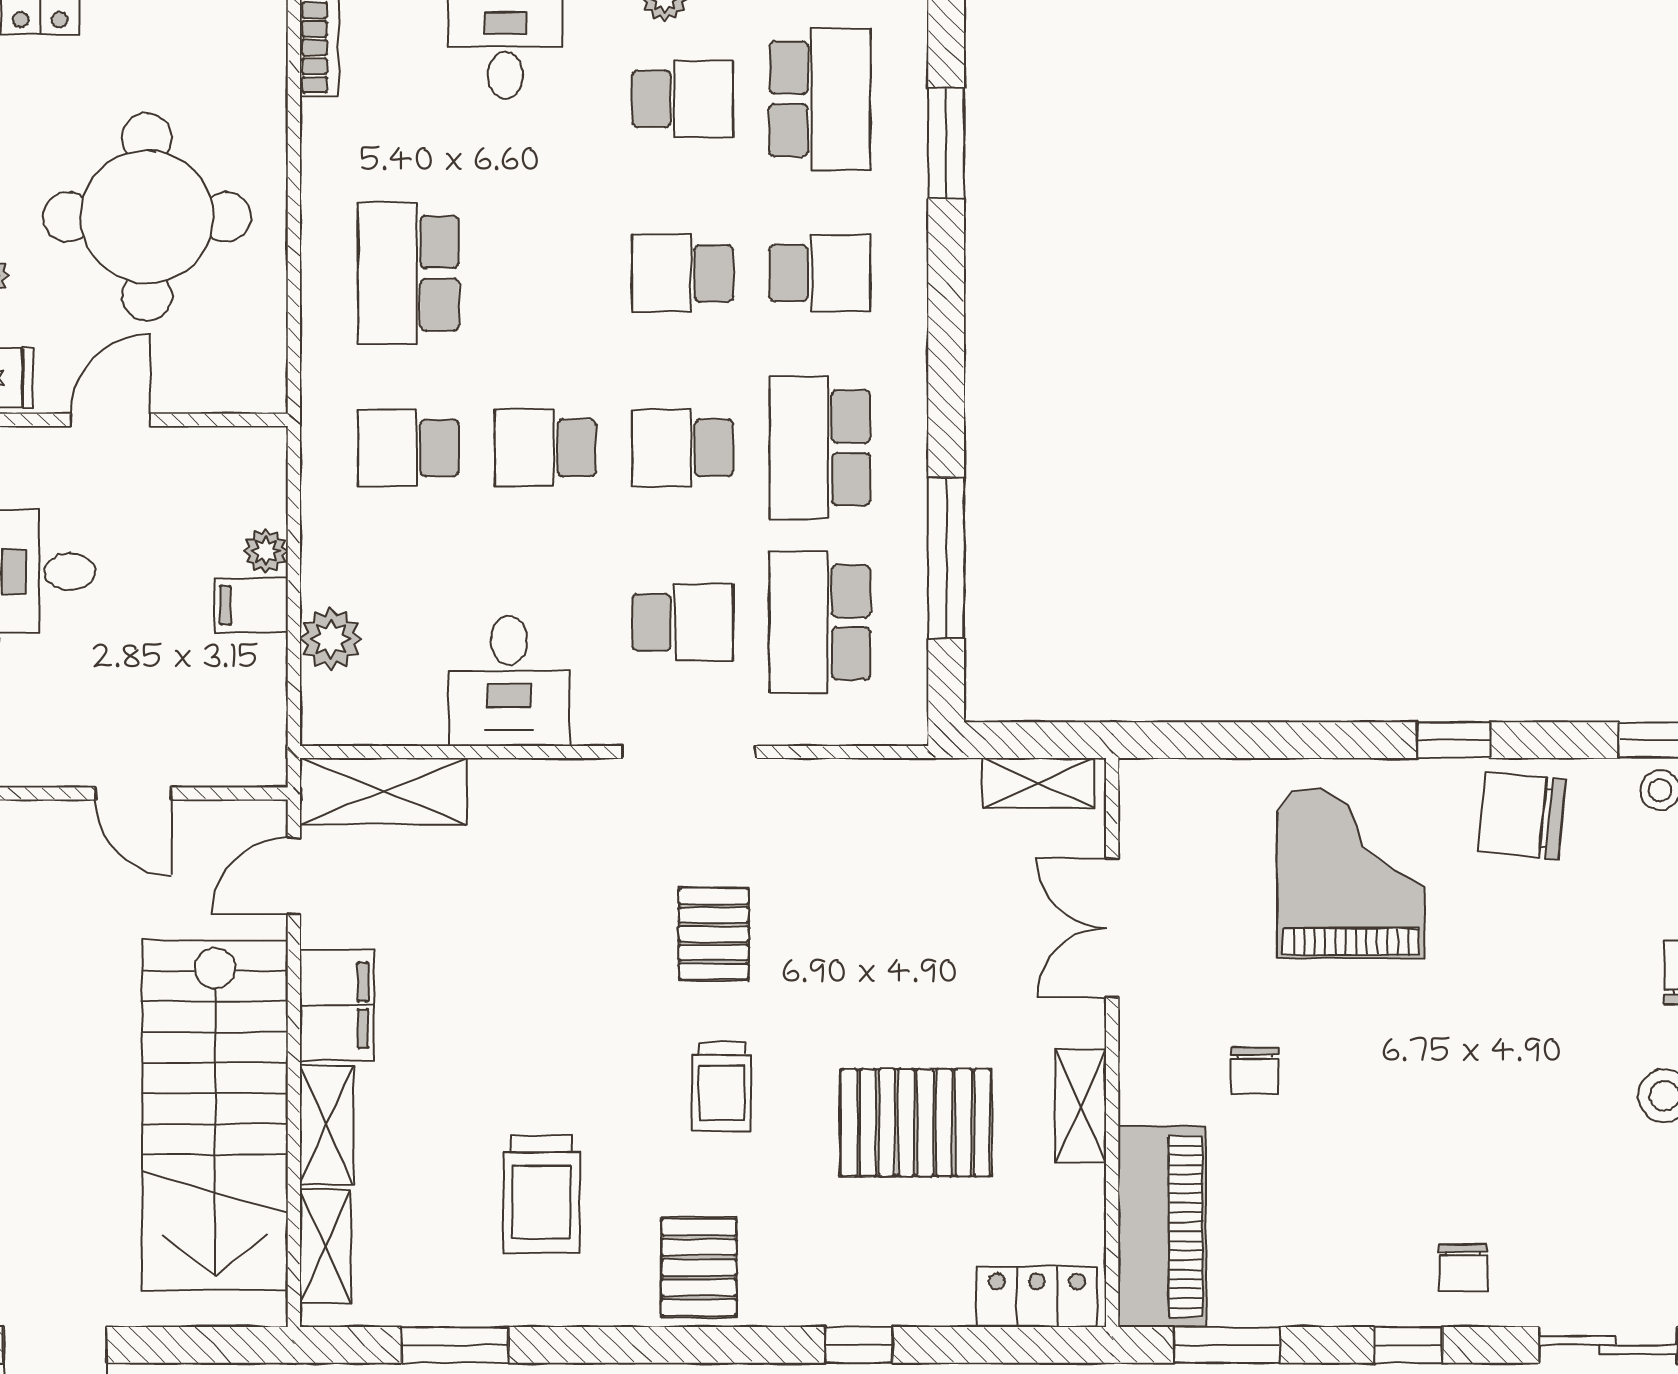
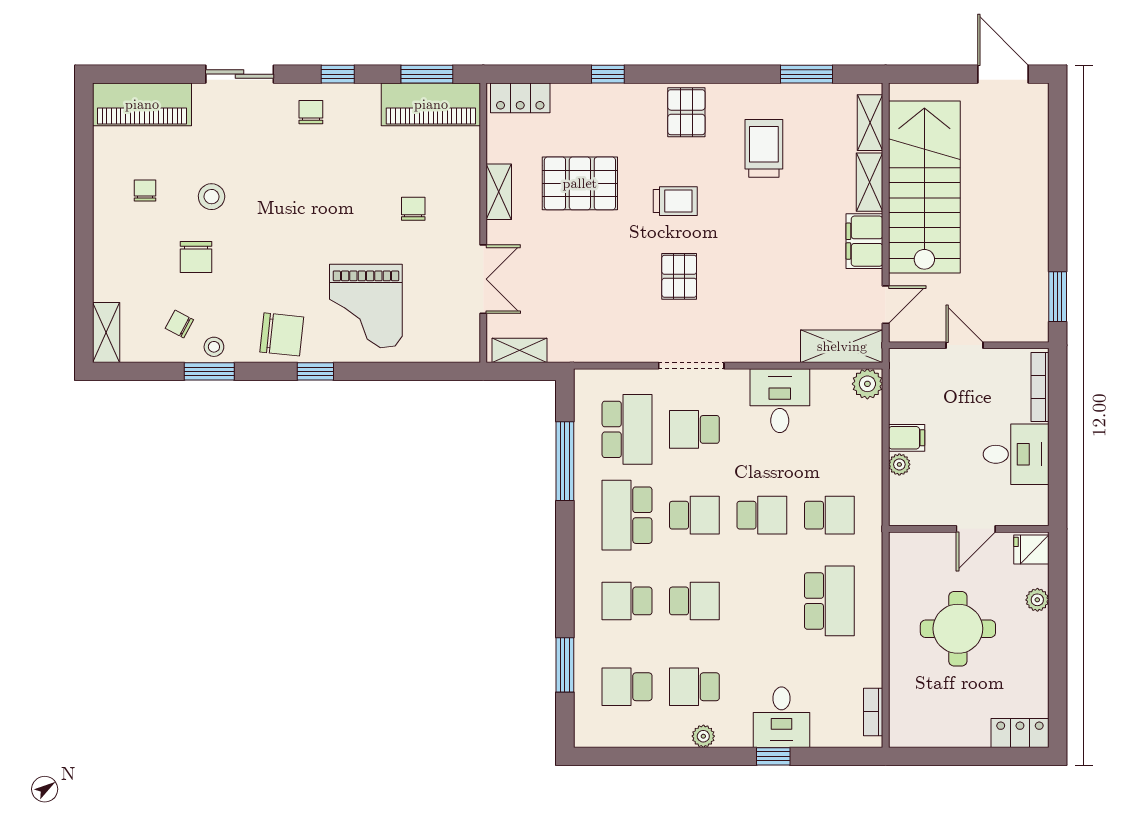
school desk: (820, 99) -> (627, 687), width x0.54
round table: (147, 217) -> (958, 629), width x0.73, depth x0.73
school desk: (820, 448) -> (627, 515), turned 180
plant: (331, 639) -> (867, 384), moved
trolley: (721, 1087) -> (675, 201), turned 90
piano: (1162, 1226) -> (431, 104), moved, turned -90

